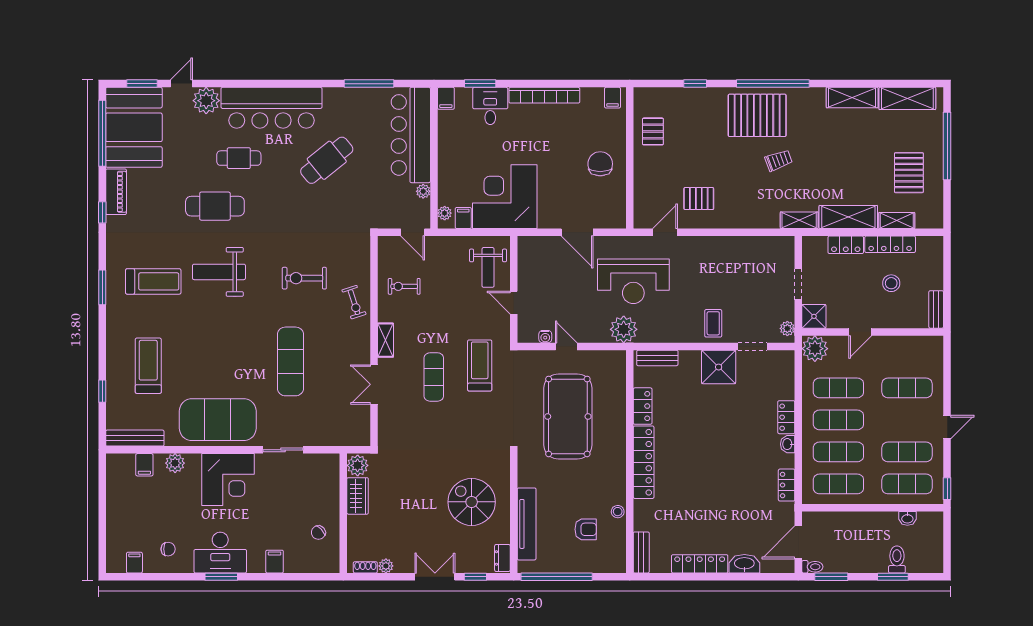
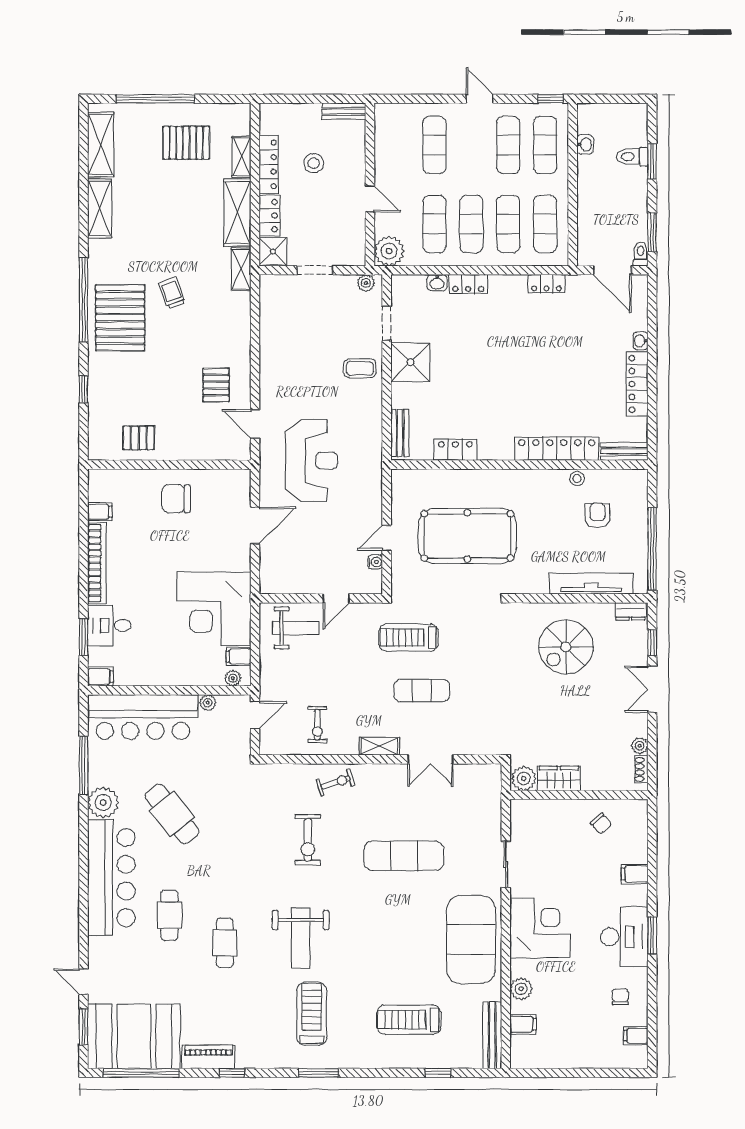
filing cabinet: (613, 98) -> (100, 512), moved
plant: (206, 101) -> (103, 802), moved
cafe table: (215, 206) -> (225, 943), width x0.73, depth x0.74
shower: (814, 316) -> (273, 251), moved
plant: (624, 329) -> (367, 472), removed
washbasin: (788, 444) -> (437, 283), moved
locker: (644, 462) -> (557, 449), moved
washbasin: (744, 564) -> (641, 341), width x0.52, depth x0.69

